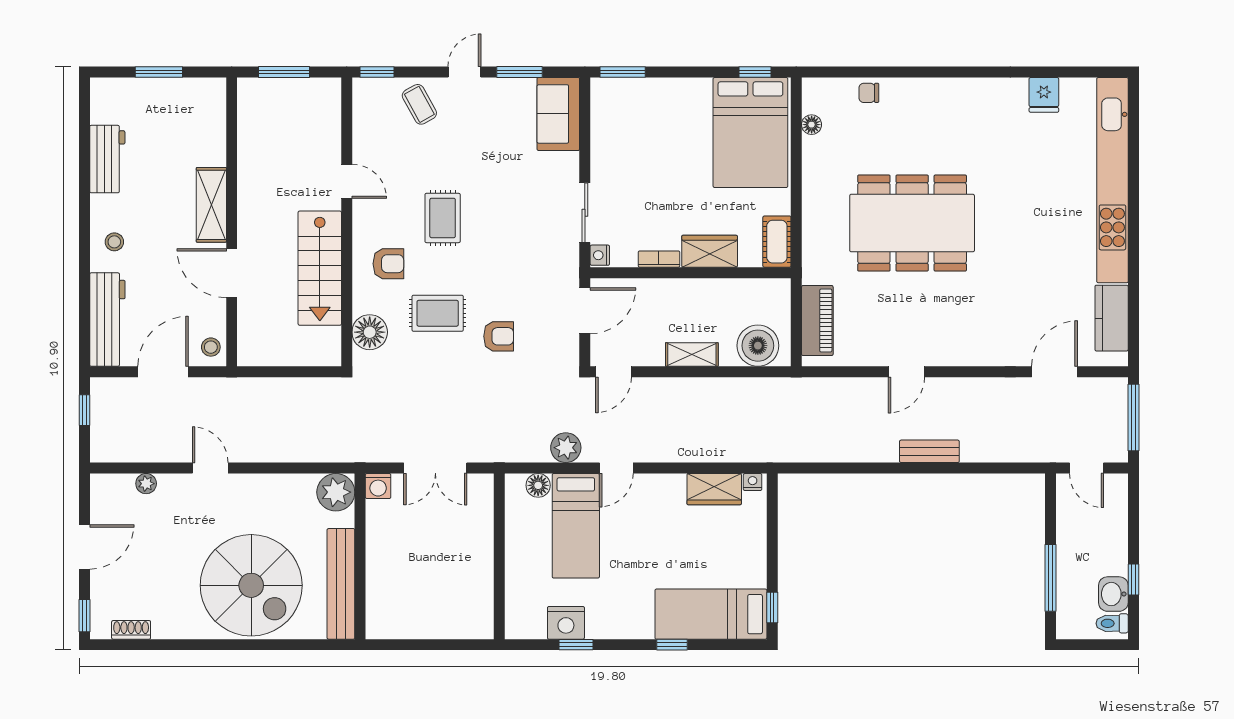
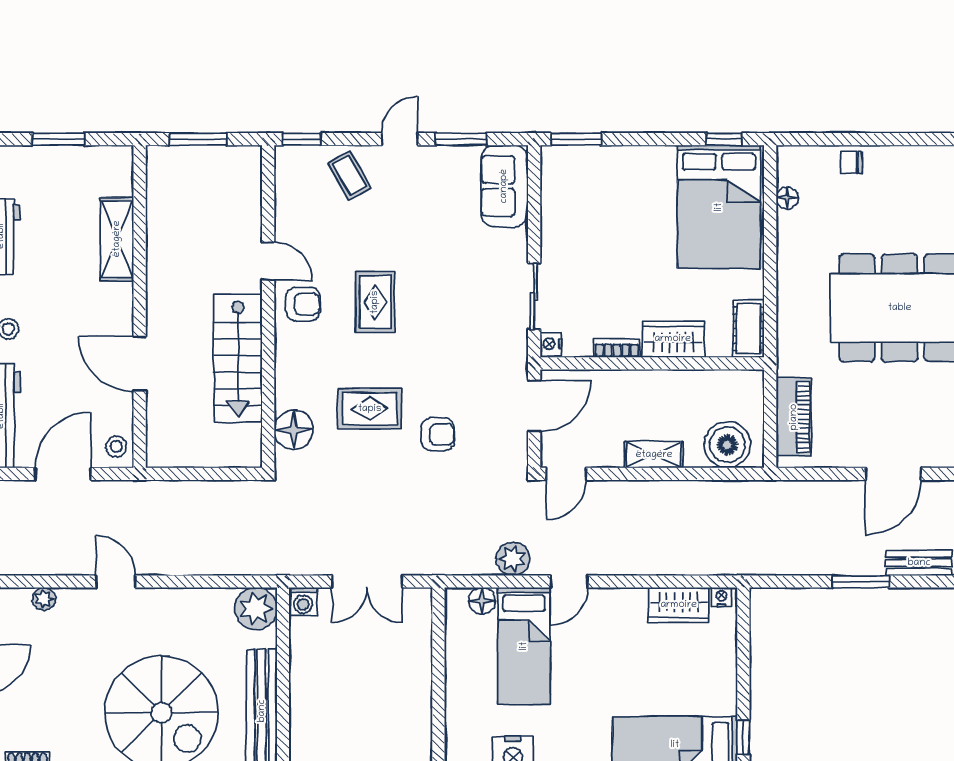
shelving: (211, 205) -> (117, 239), moved
armchair: (388, 264) -> (303, 304), moved
door: (906, 372) -> (893, 474), width x1.37
window: (877, 468) -> (861, 582), added

